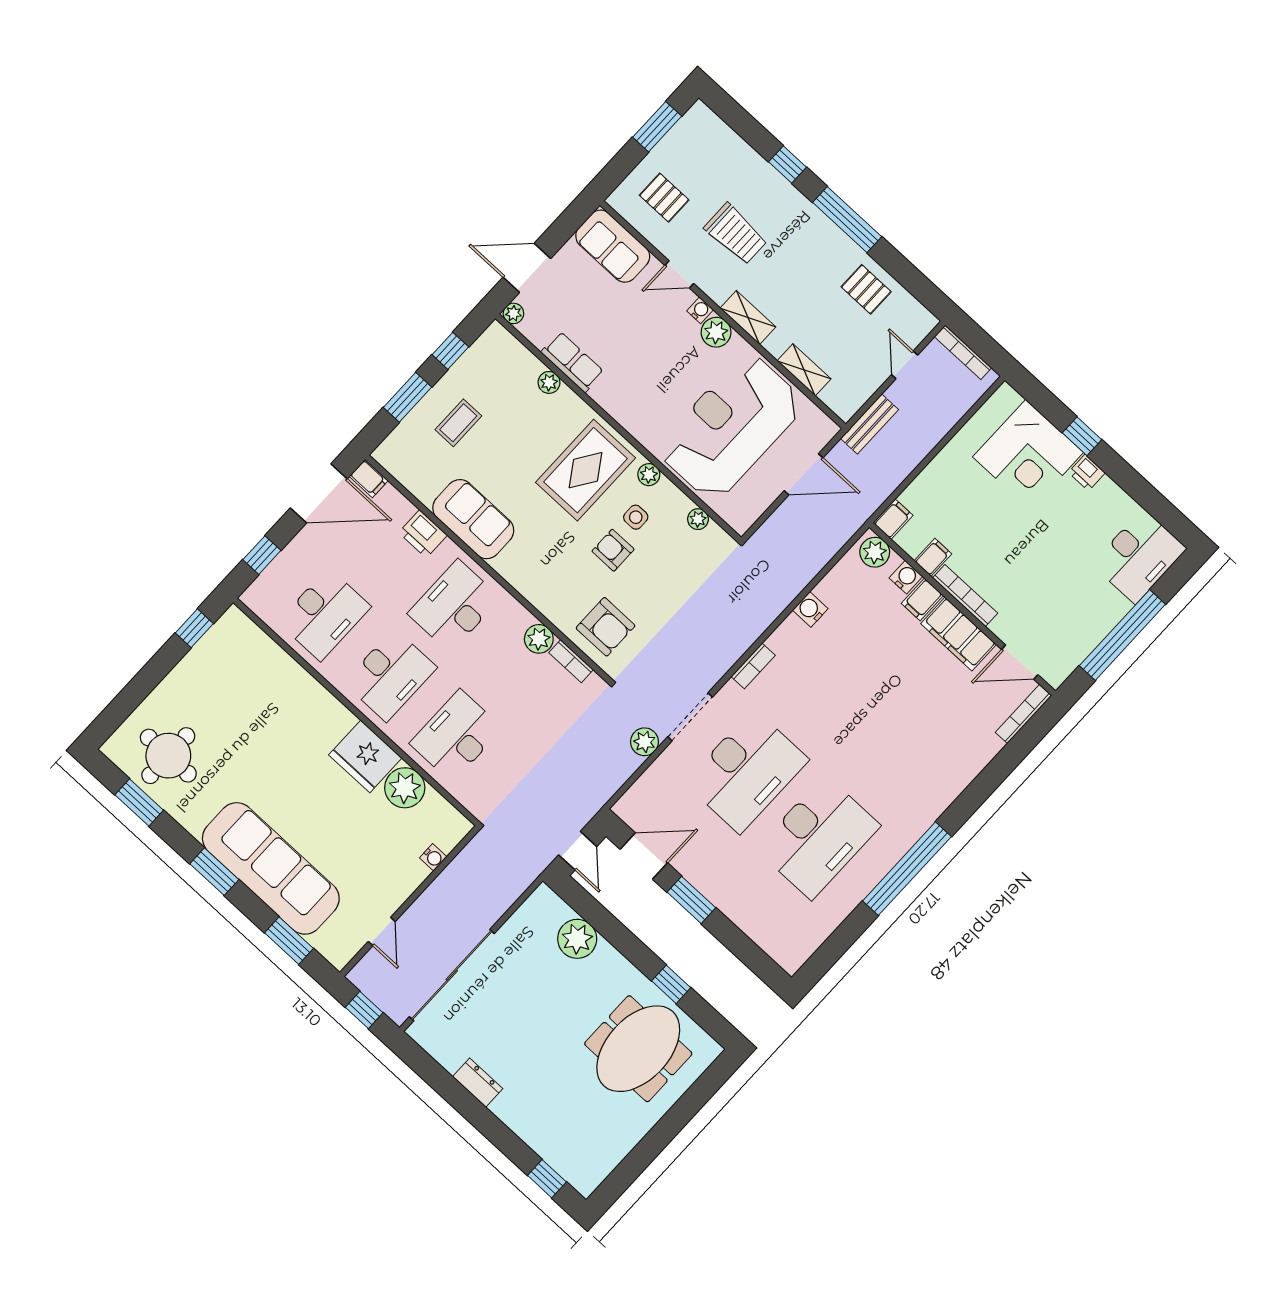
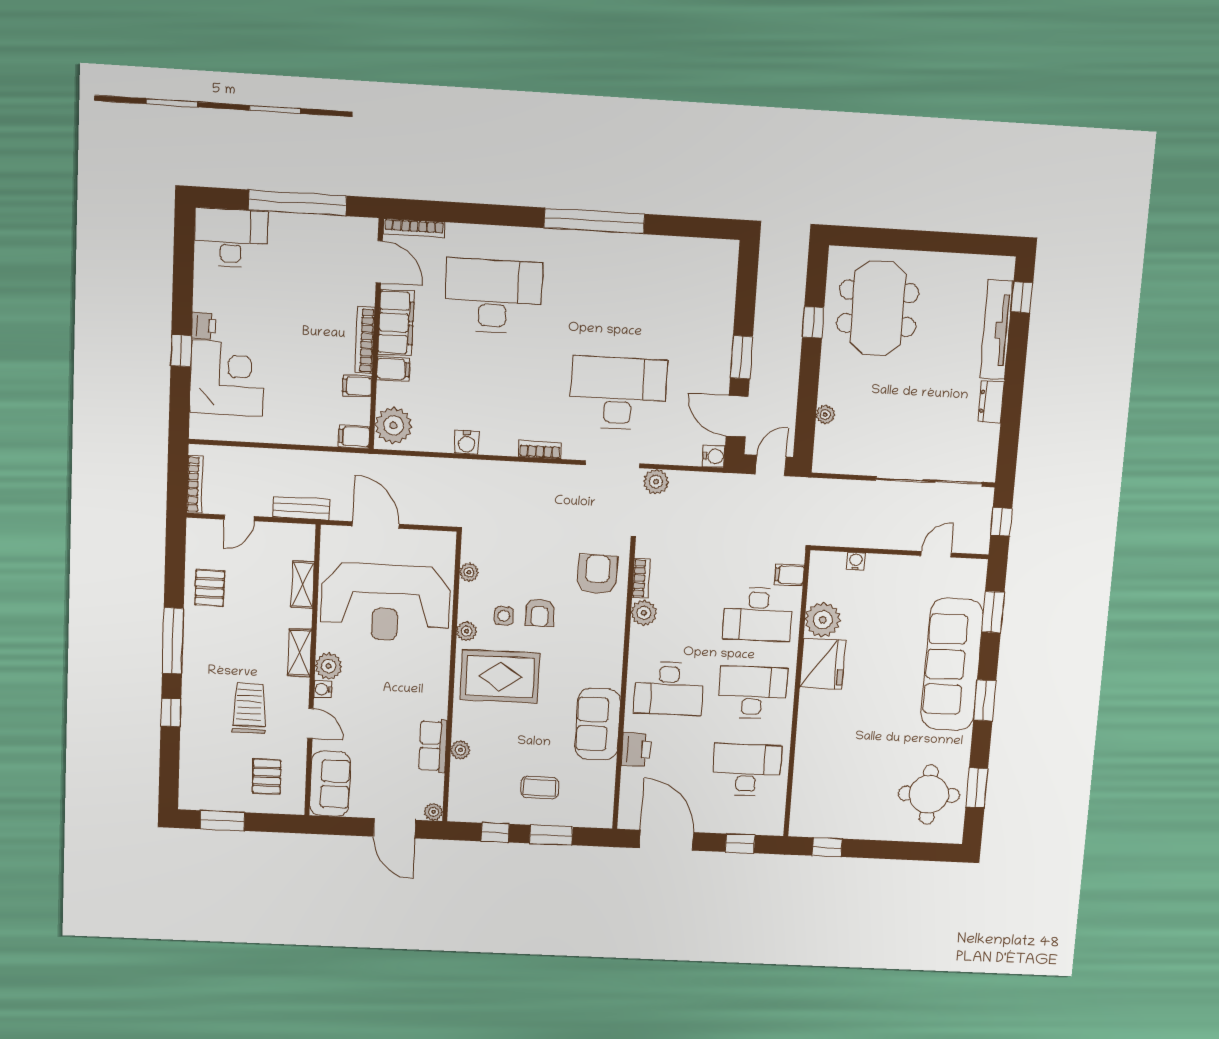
filing cabinet: (369, 478) -> (789, 575), moved, turned -90
plant: (875, 552) -> (393, 426), width x1.36, depth x1.36
water cooler: (906, 577) -> (714, 456), moved, turned 180
desk: (818, 837) -> (493, 296), moved
plant: (577, 939) -> (825, 415), width x0.53, depth x0.53
meeting table: (638, 1049) -> (878, 308), turned 90
tv unit: (536, 1135) -> (997, 330), added

